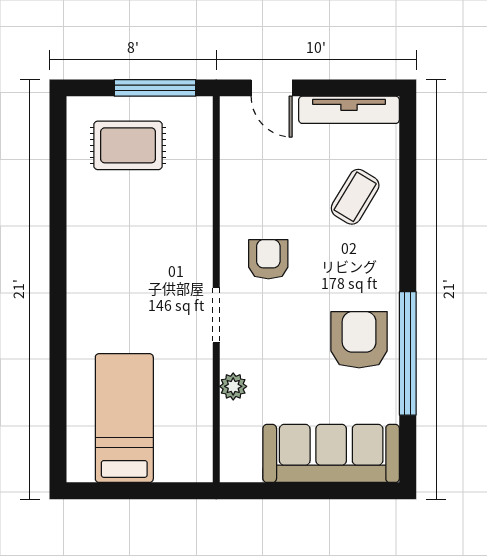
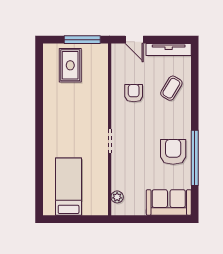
rug: (128, 145) -> (70, 65), turned 90
armchair: (268, 259) -> (134, 93), moved
plant: (233, 386) -> (117, 197), moved
sofa: (331, 453) -> (169, 202), width x0.73

